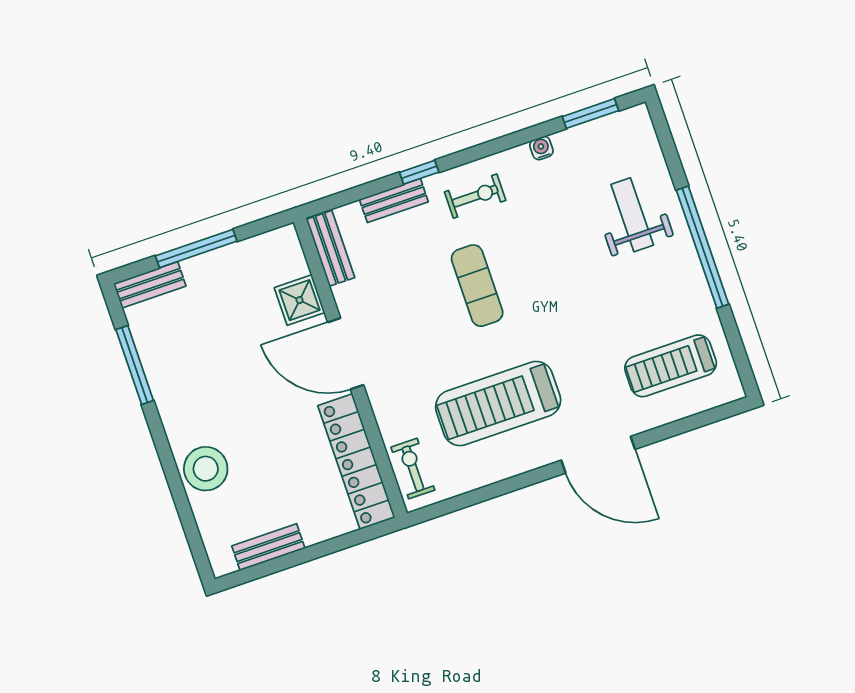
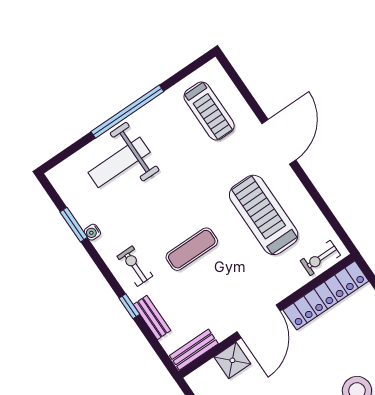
window: (590, 114) -> (74, 225), moved
weight bench: (632, 215) -> (119, 162), width x1.36, depth x1.33
treadmill: (498, 403) -> (264, 215), turned 180

